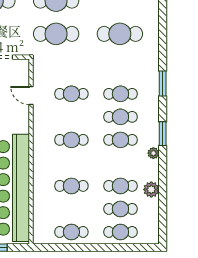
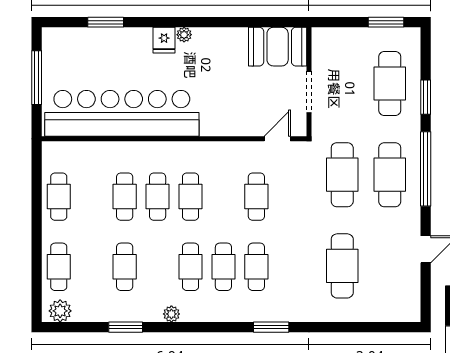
door: (31, 95) -> (277, 139), moved
window: (163, 134) -> (126, 327), moved
plant: (151, 189) -> (60, 311), moved
cafe table: (120, 209) -> (158, 197), moved

